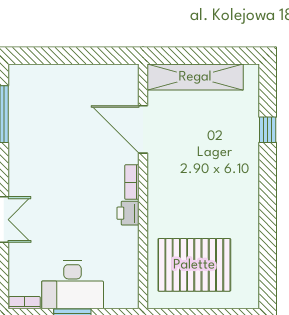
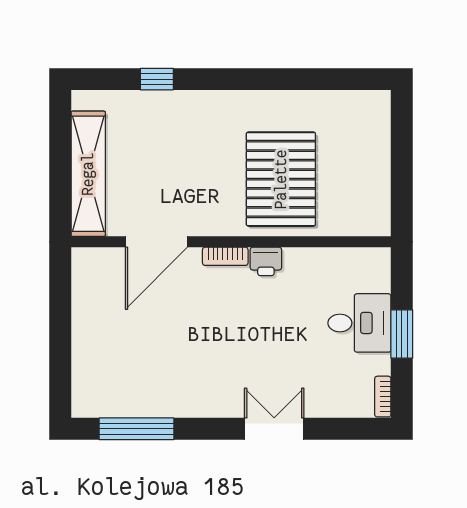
pallet: (194, 265) -> (281, 179), moved
desk: (73, 285) -> (359, 323), width x0.73

